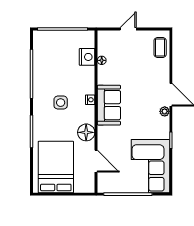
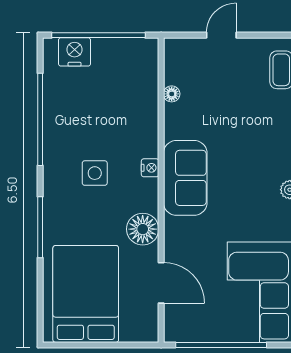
nightstand: (87, 57) -> (75, 52), moved, turned -90

